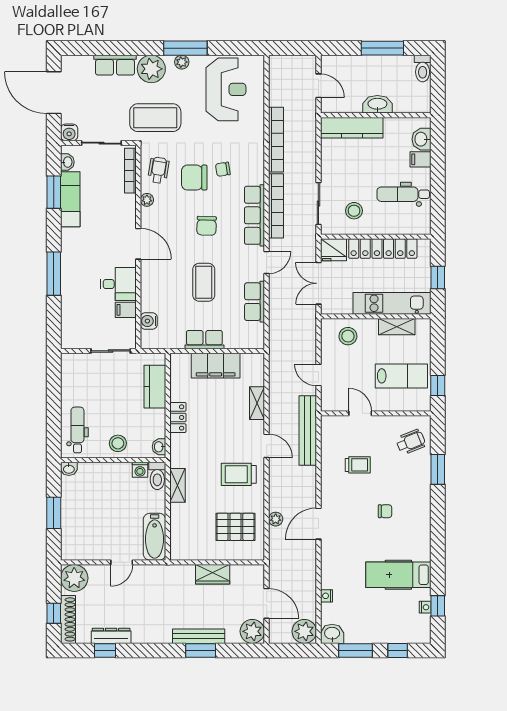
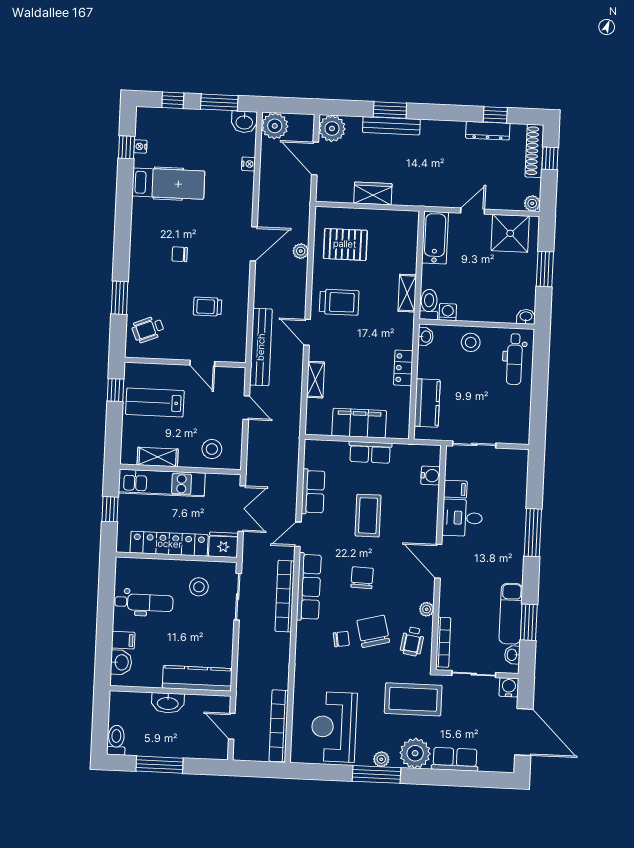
bookcase: (276, 140) -> (279, 726), moved
chair: (194, 178) -> (373, 631), turned -104
shower: (87, 544) -> (510, 233), added
plant: (74, 578) -> (532, 203), width x0.53, depth x0.53

